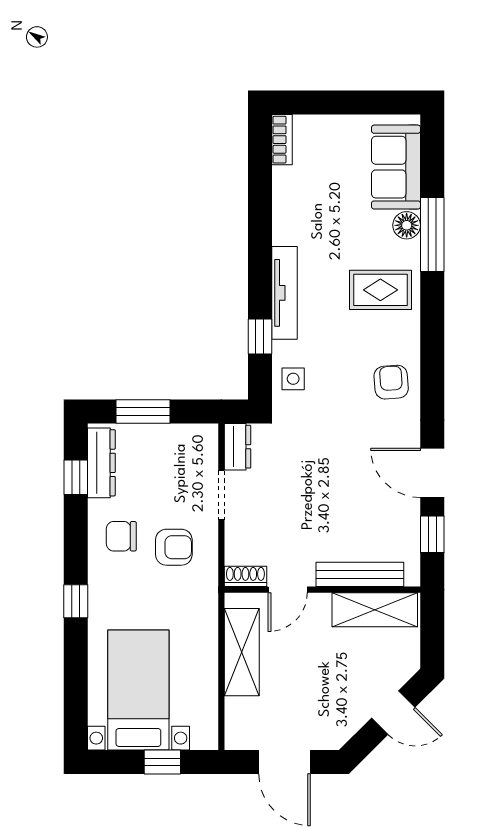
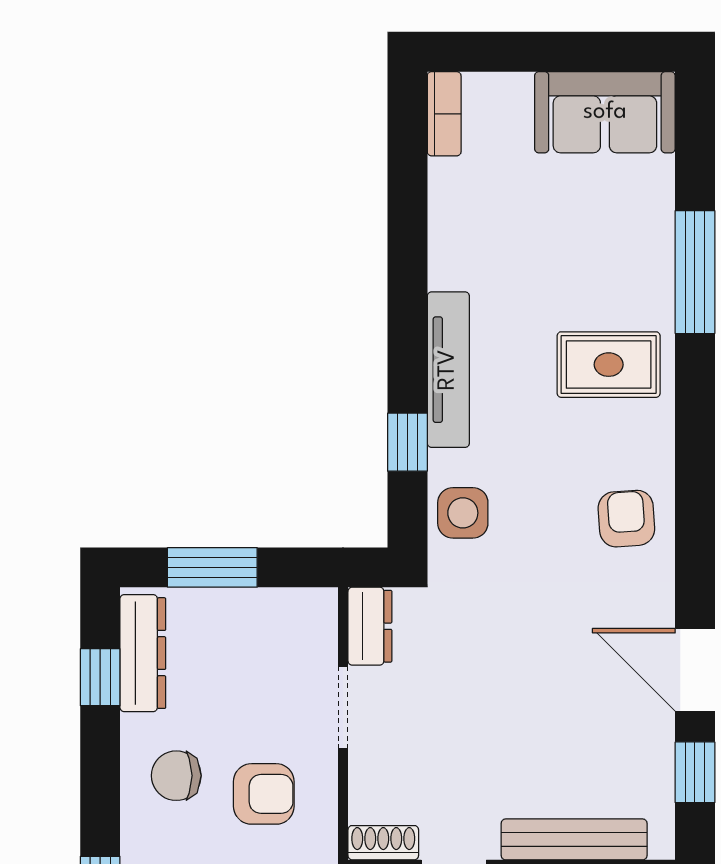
sofa: (396, 167) -> (605, 112), moved, turned -90
floor lamp: (407, 225) -> (652, 257), removed
side table: (293, 379) -> (463, 513), width x1.37, depth x1.37

